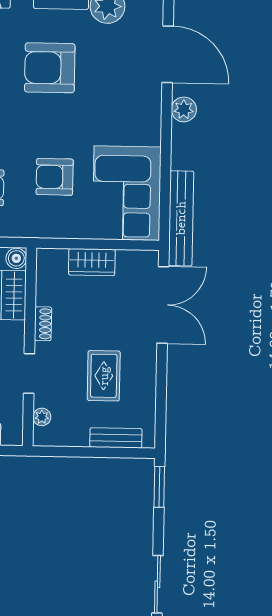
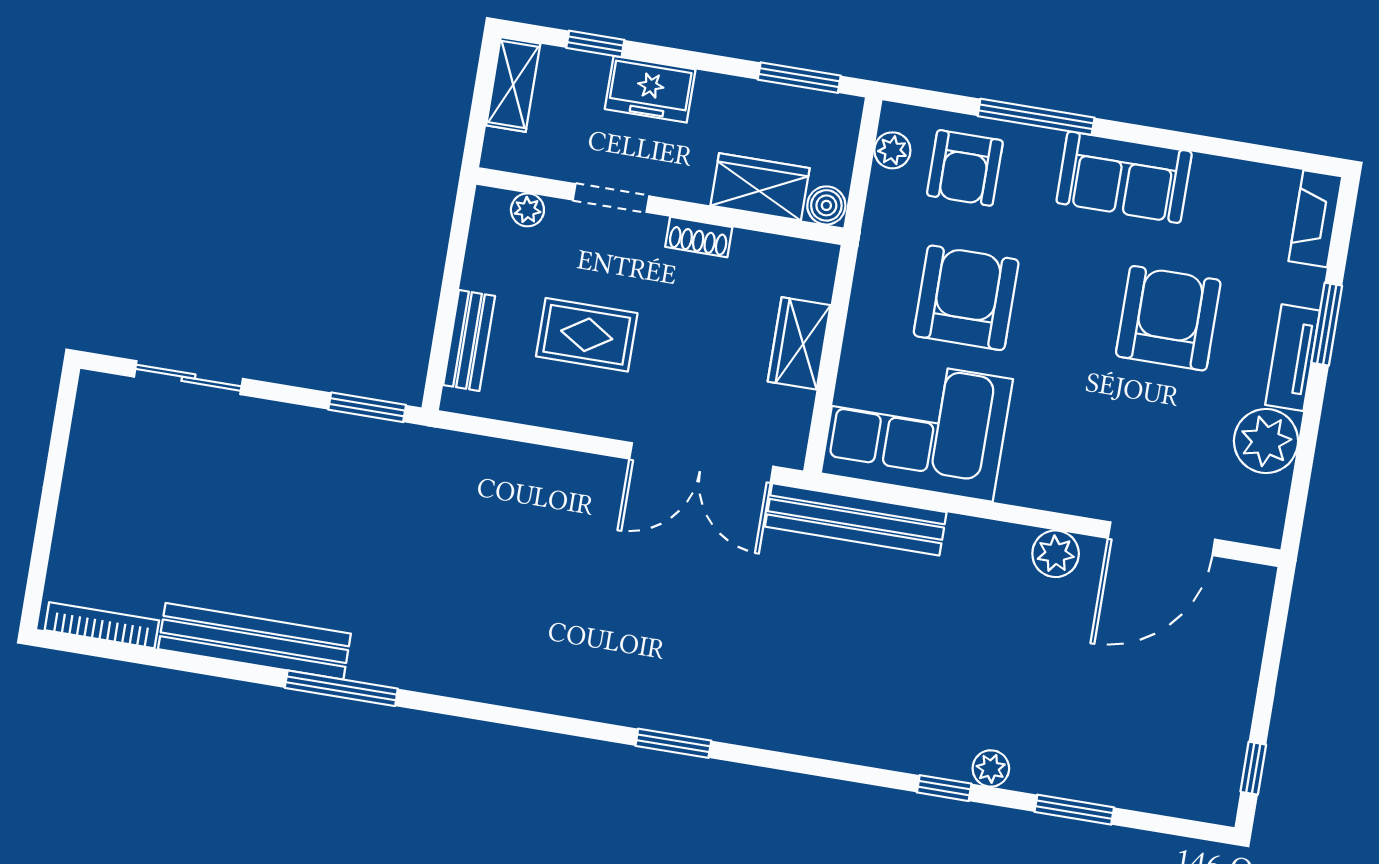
armchair: (55, 177) -> (966, 298), width x1.36, depth x1.36

